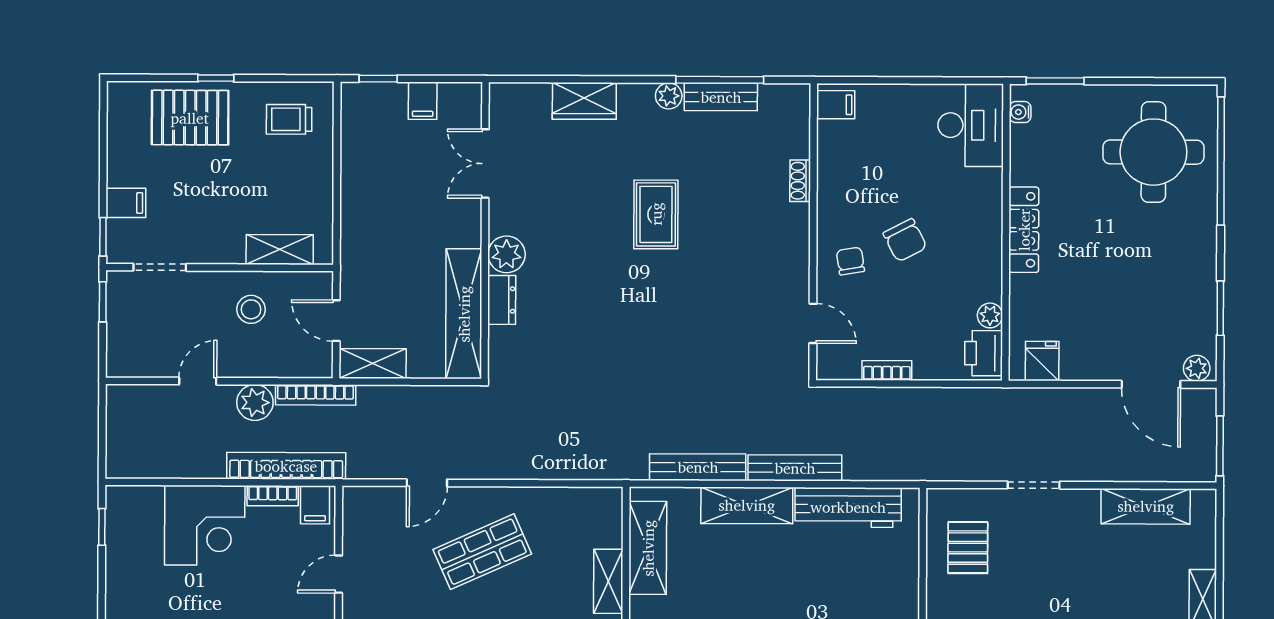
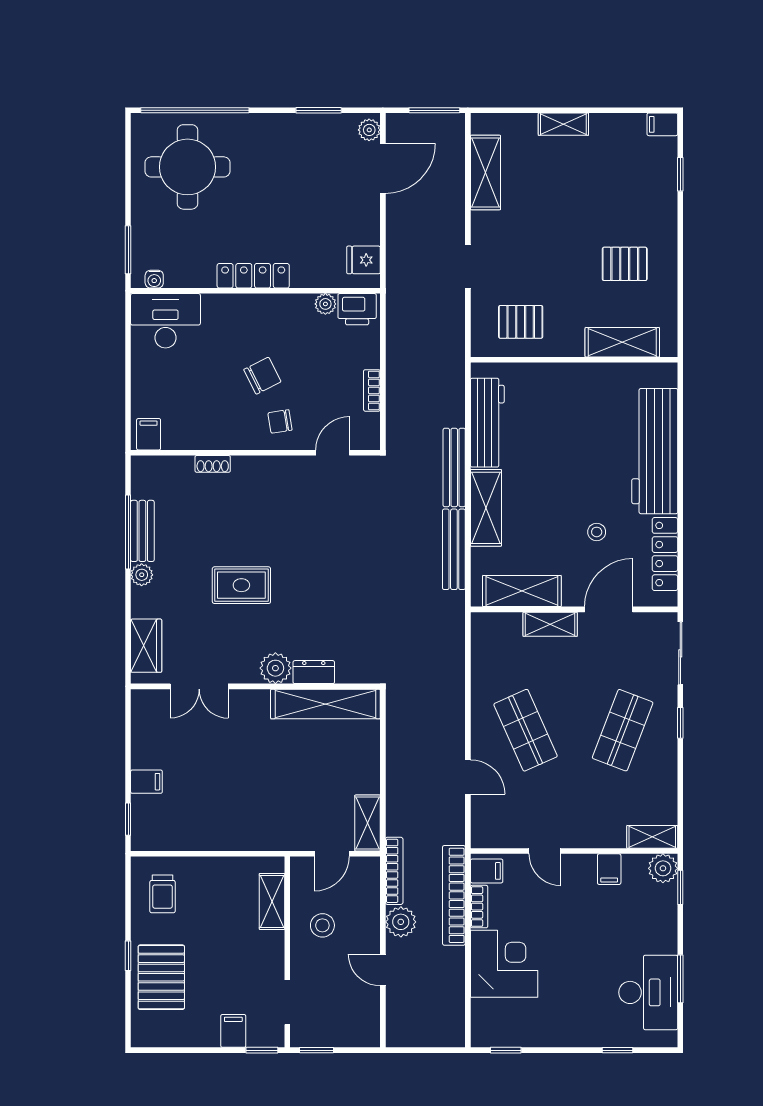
double door: (485, 164) -> (199, 686), moved
wall: (485, 231) -> (255, 686), moved
plant: (507, 254) -> (275, 668), moved
dresser: (502, 300) -> (314, 672), moved
shelving: (464, 314) -> (325, 704), moved

